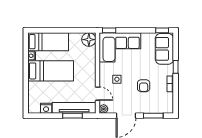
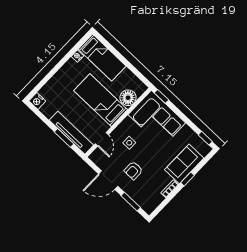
floor lamp: (89, 40) -> (128, 98), moved
sofa: (164, 49) -> (184, 164), moved
bed: (51, 71) -> (101, 100), moved, turned 180
armchair: (144, 86) -> (133, 171), moved
nightstand: (46, 108) -> (37, 101), moved
plant: (104, 109) -> (95, 157), removed

